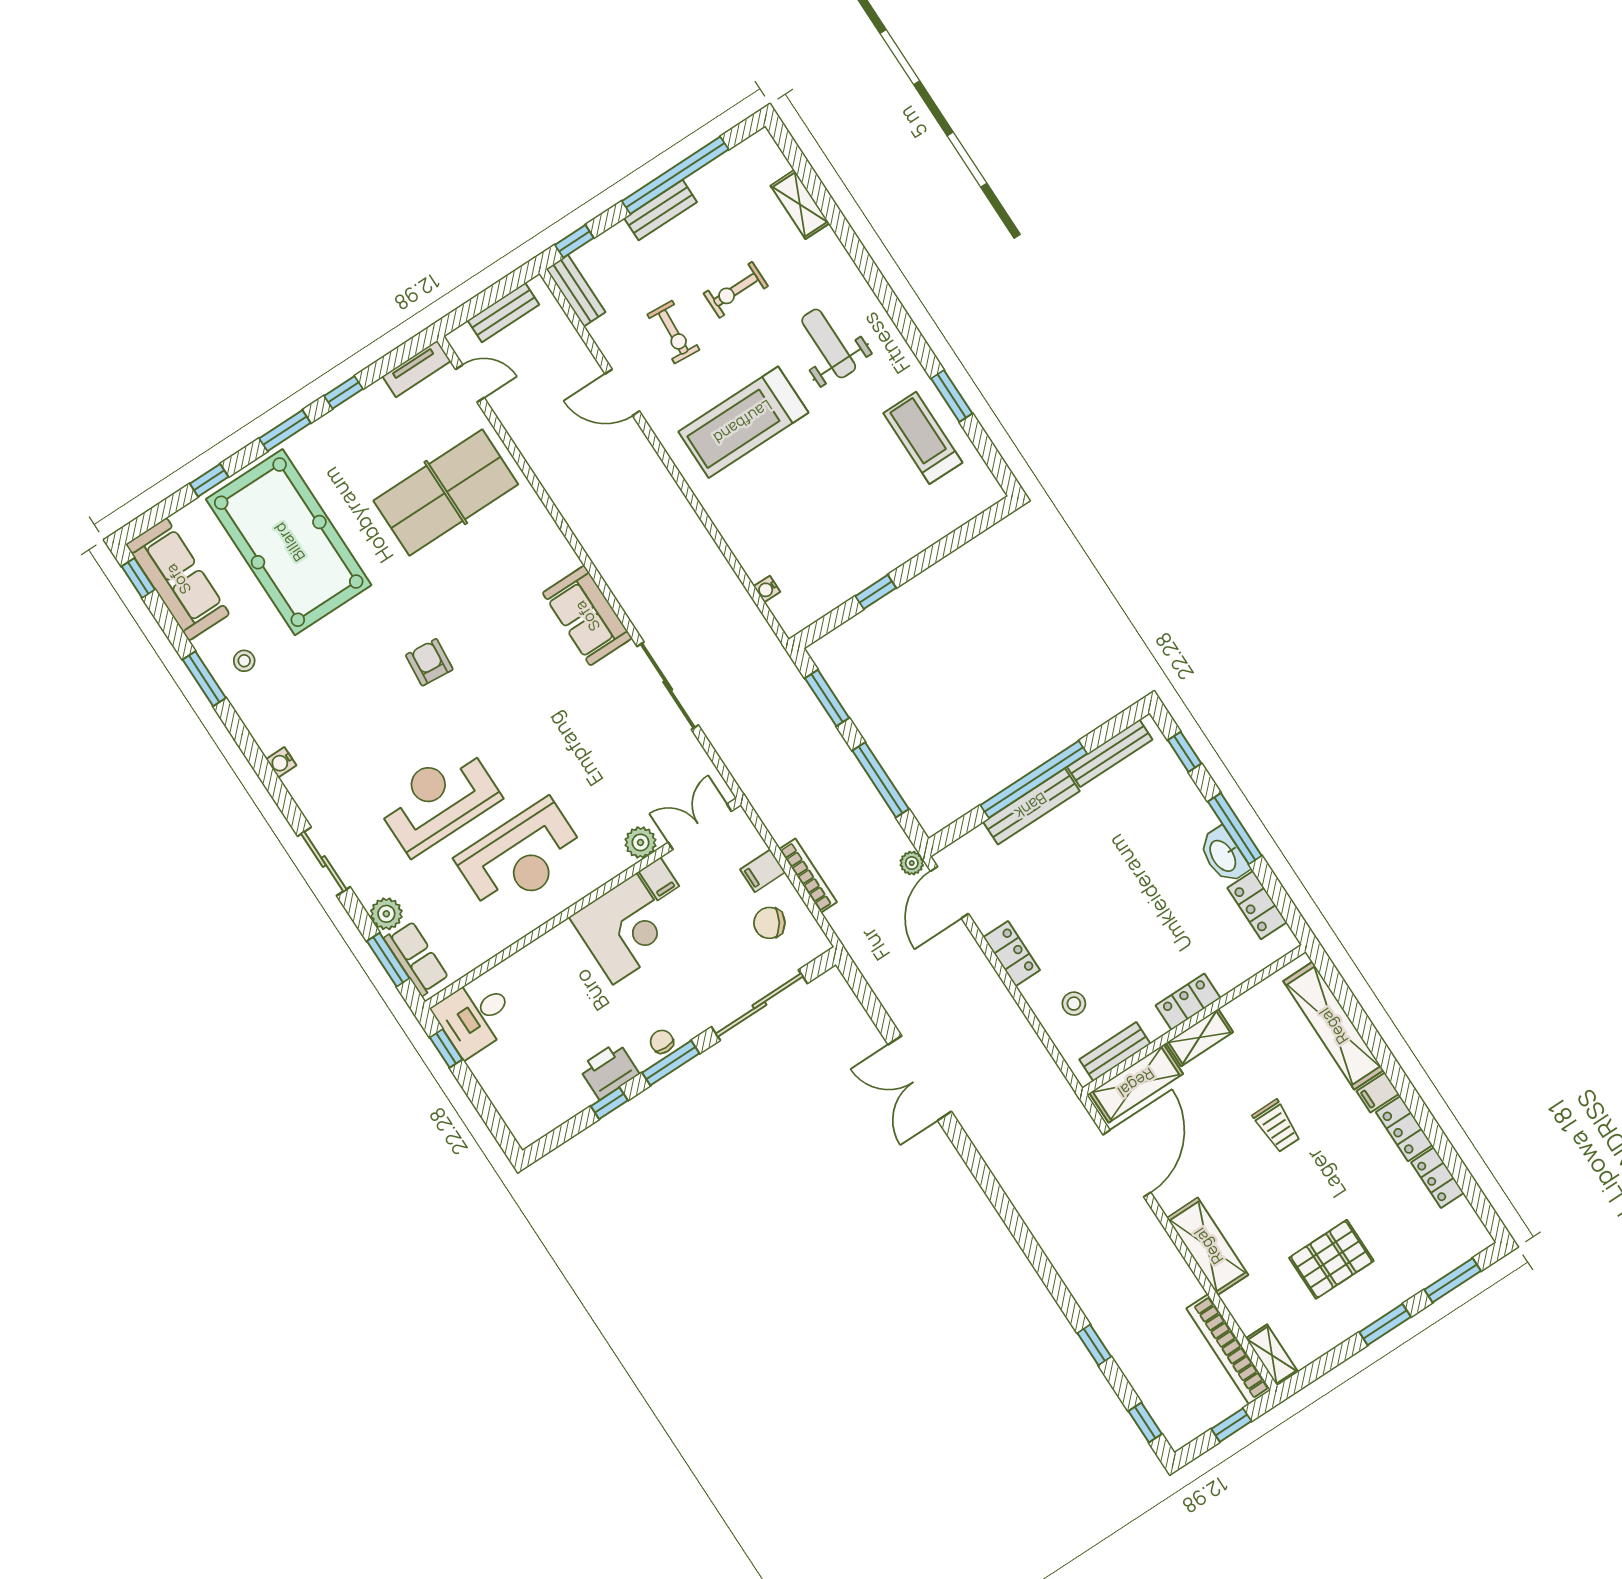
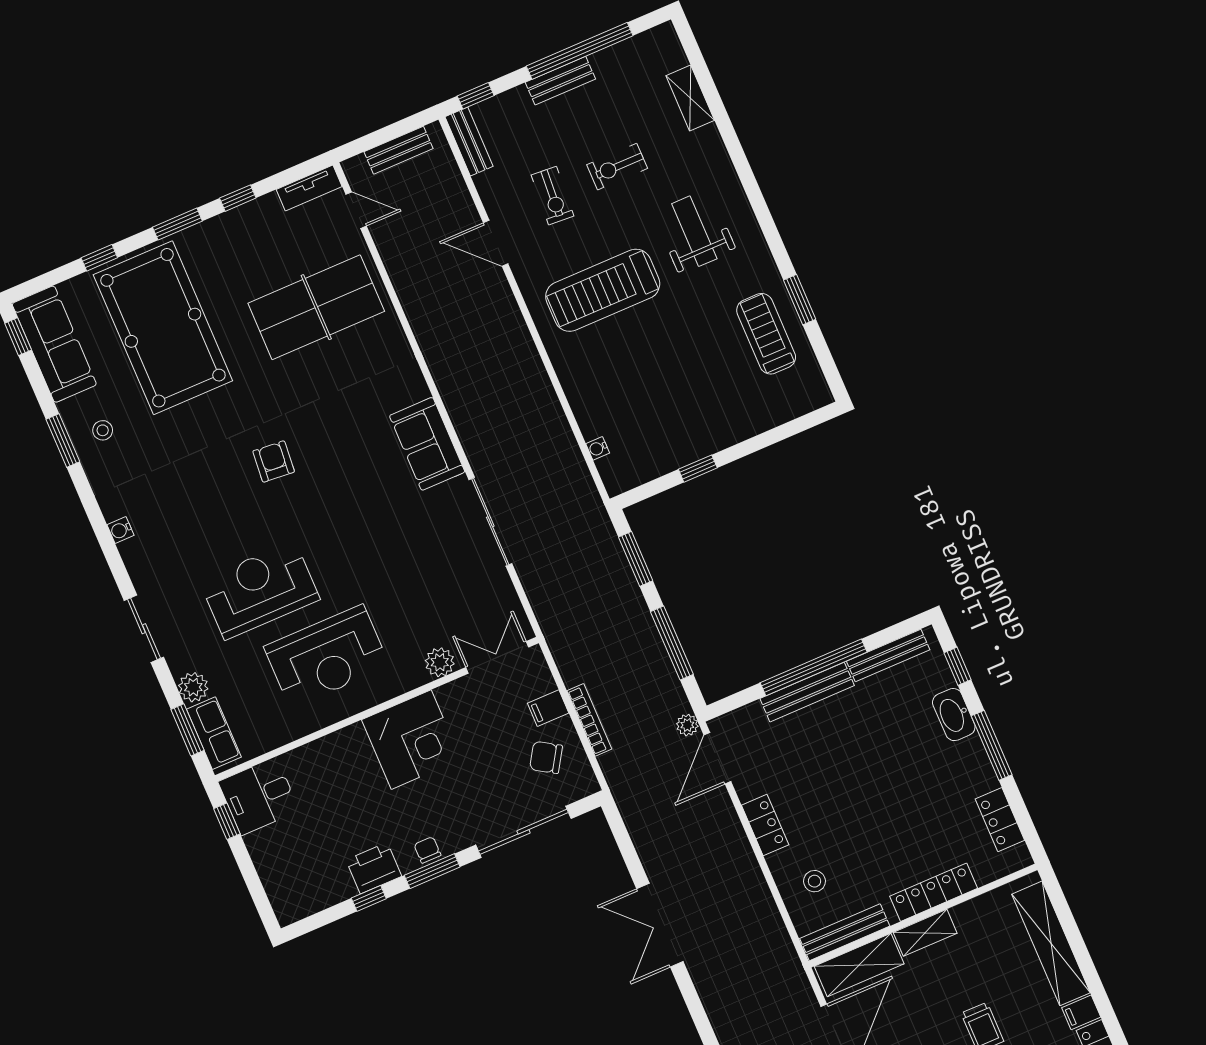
washbasin: (1224, 855) -> (954, 715), moved
filing cabinet: (659, 879) -> (451, 699), removed
locker: (1188, 1002) -> (934, 892), width x1.53
bench: (1115, 1052) -> (845, 932), width x1.36

